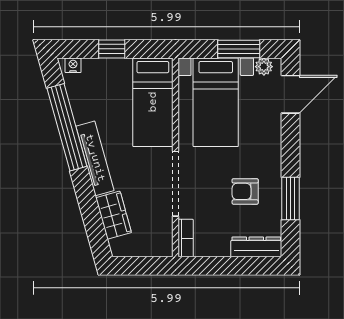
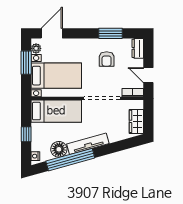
door: (291, 94) -> (52, 33), hinge flipped
floor lamp: (85, 107) -> (59, 149), added
wardrobe: (114, 215) -> (136, 121), moved, turned -74
dresser: (256, 247) -> (138, 48), width x0.70
door: (217, 266) -> (148, 75), added

